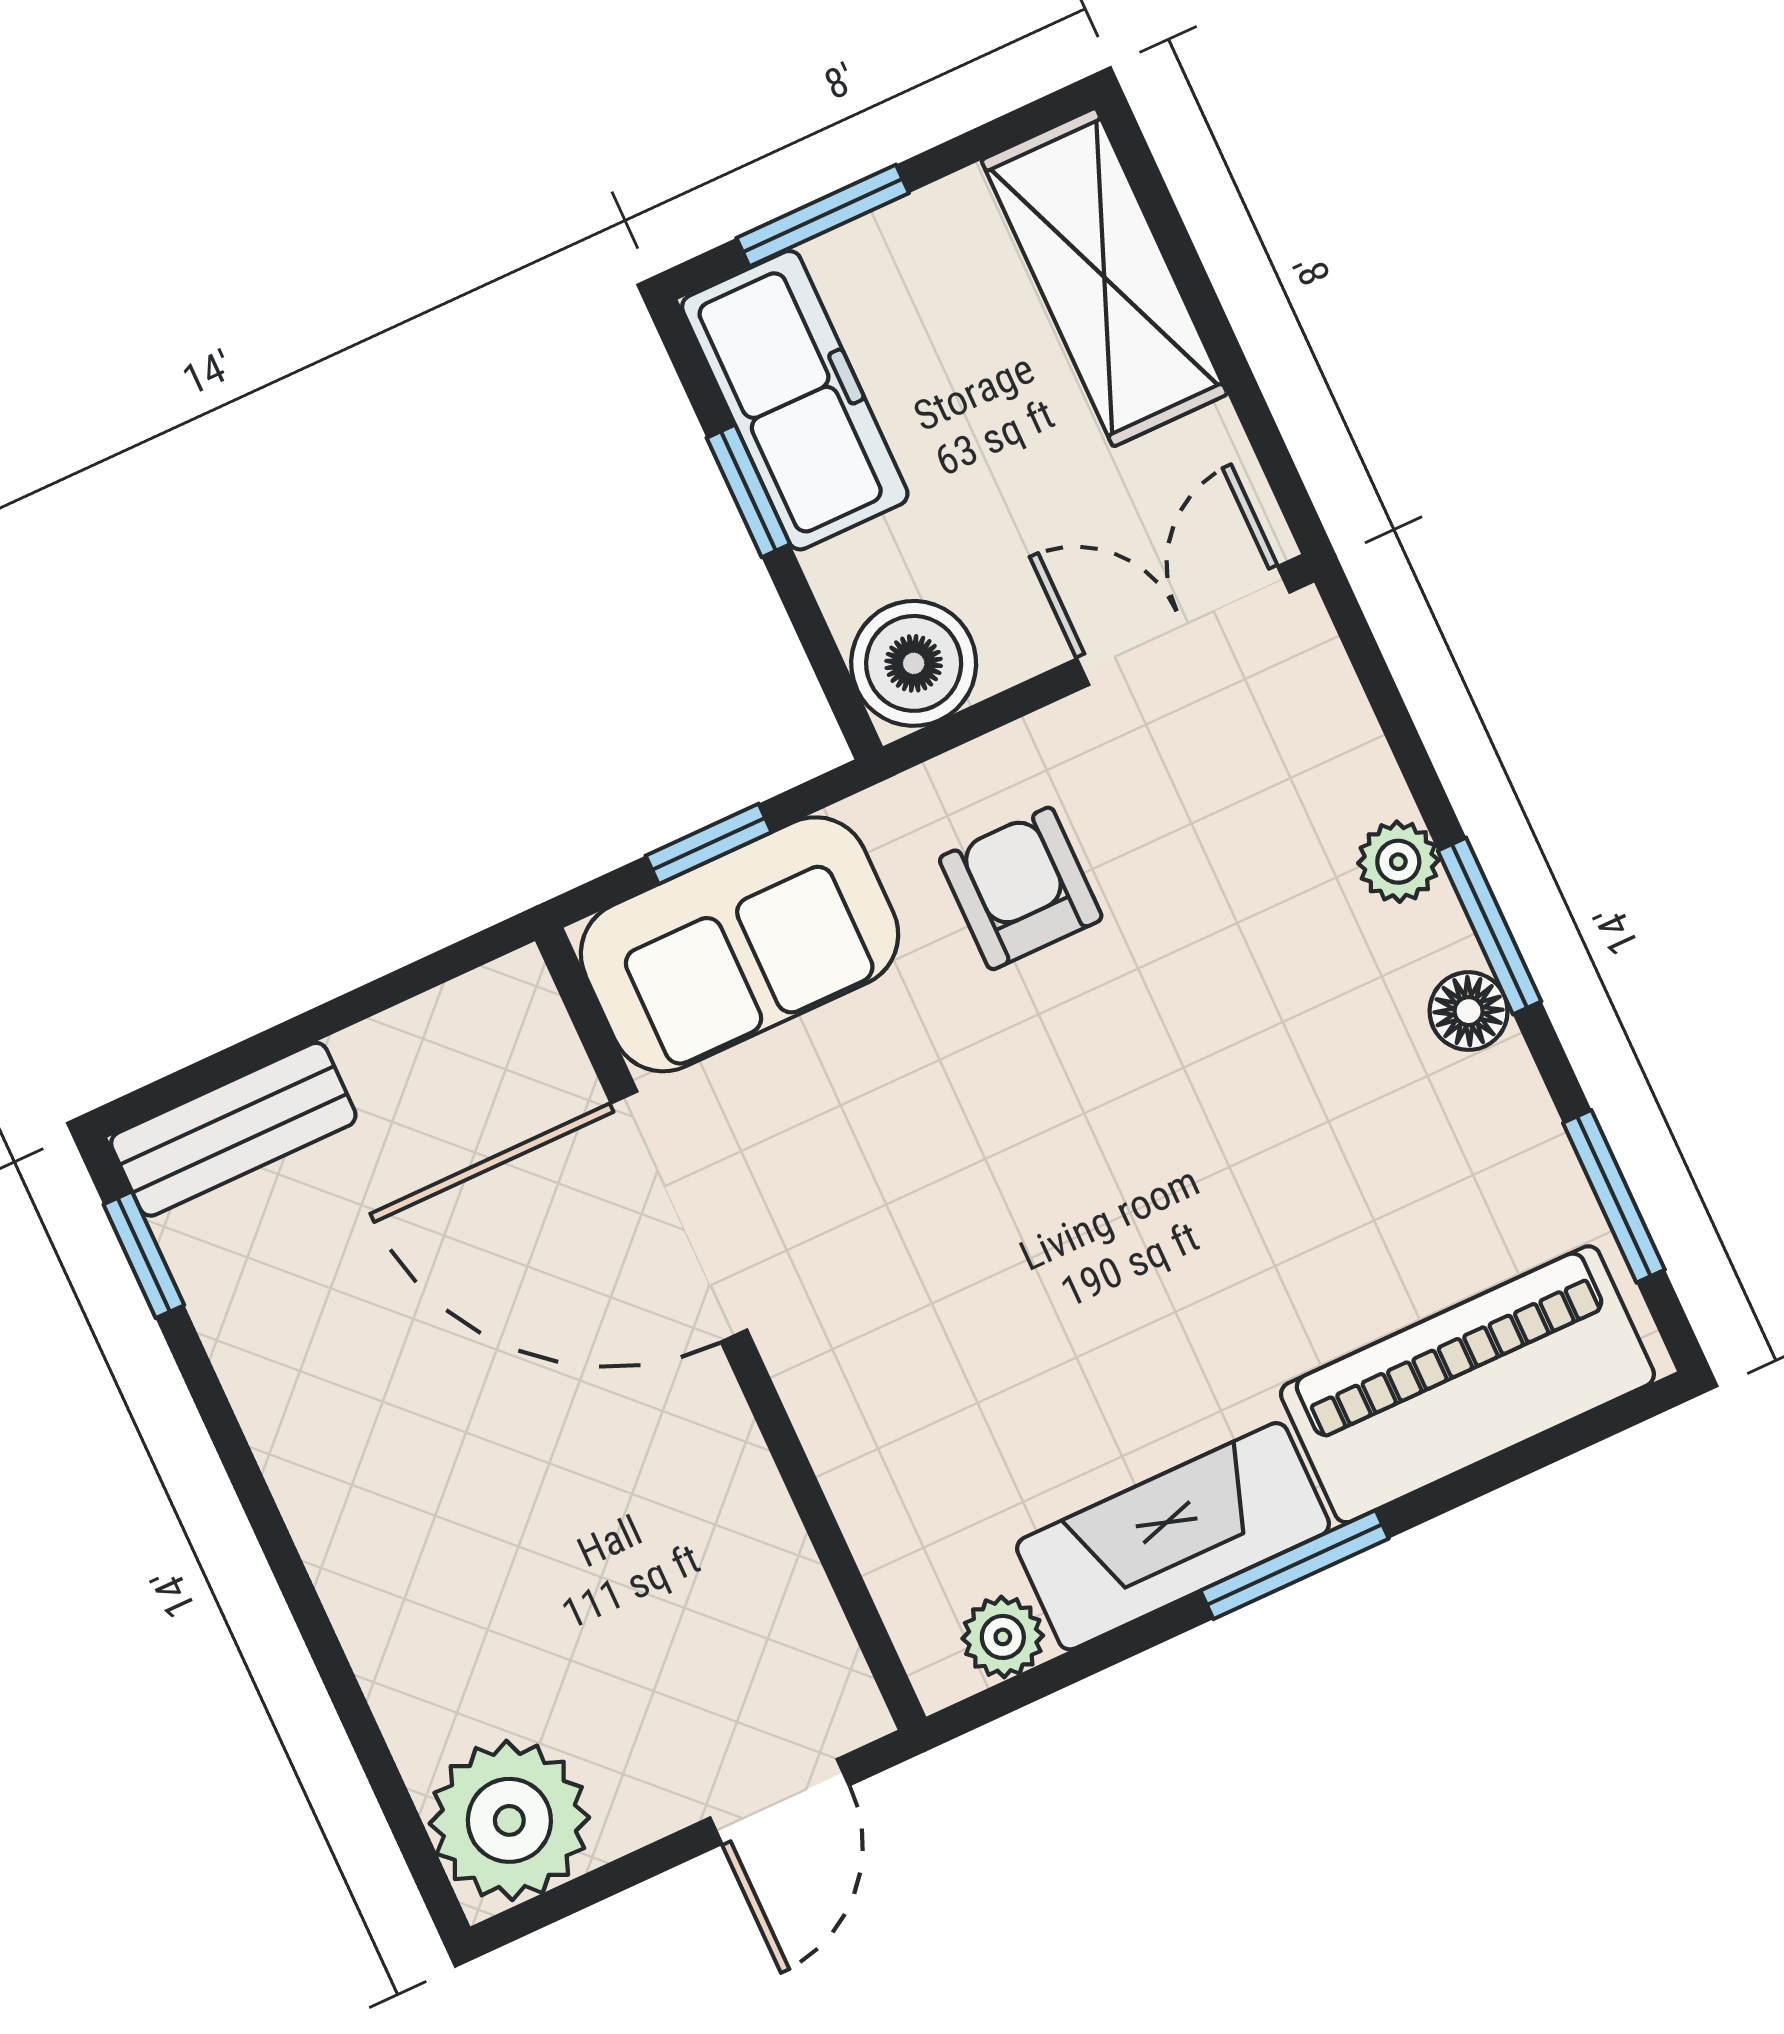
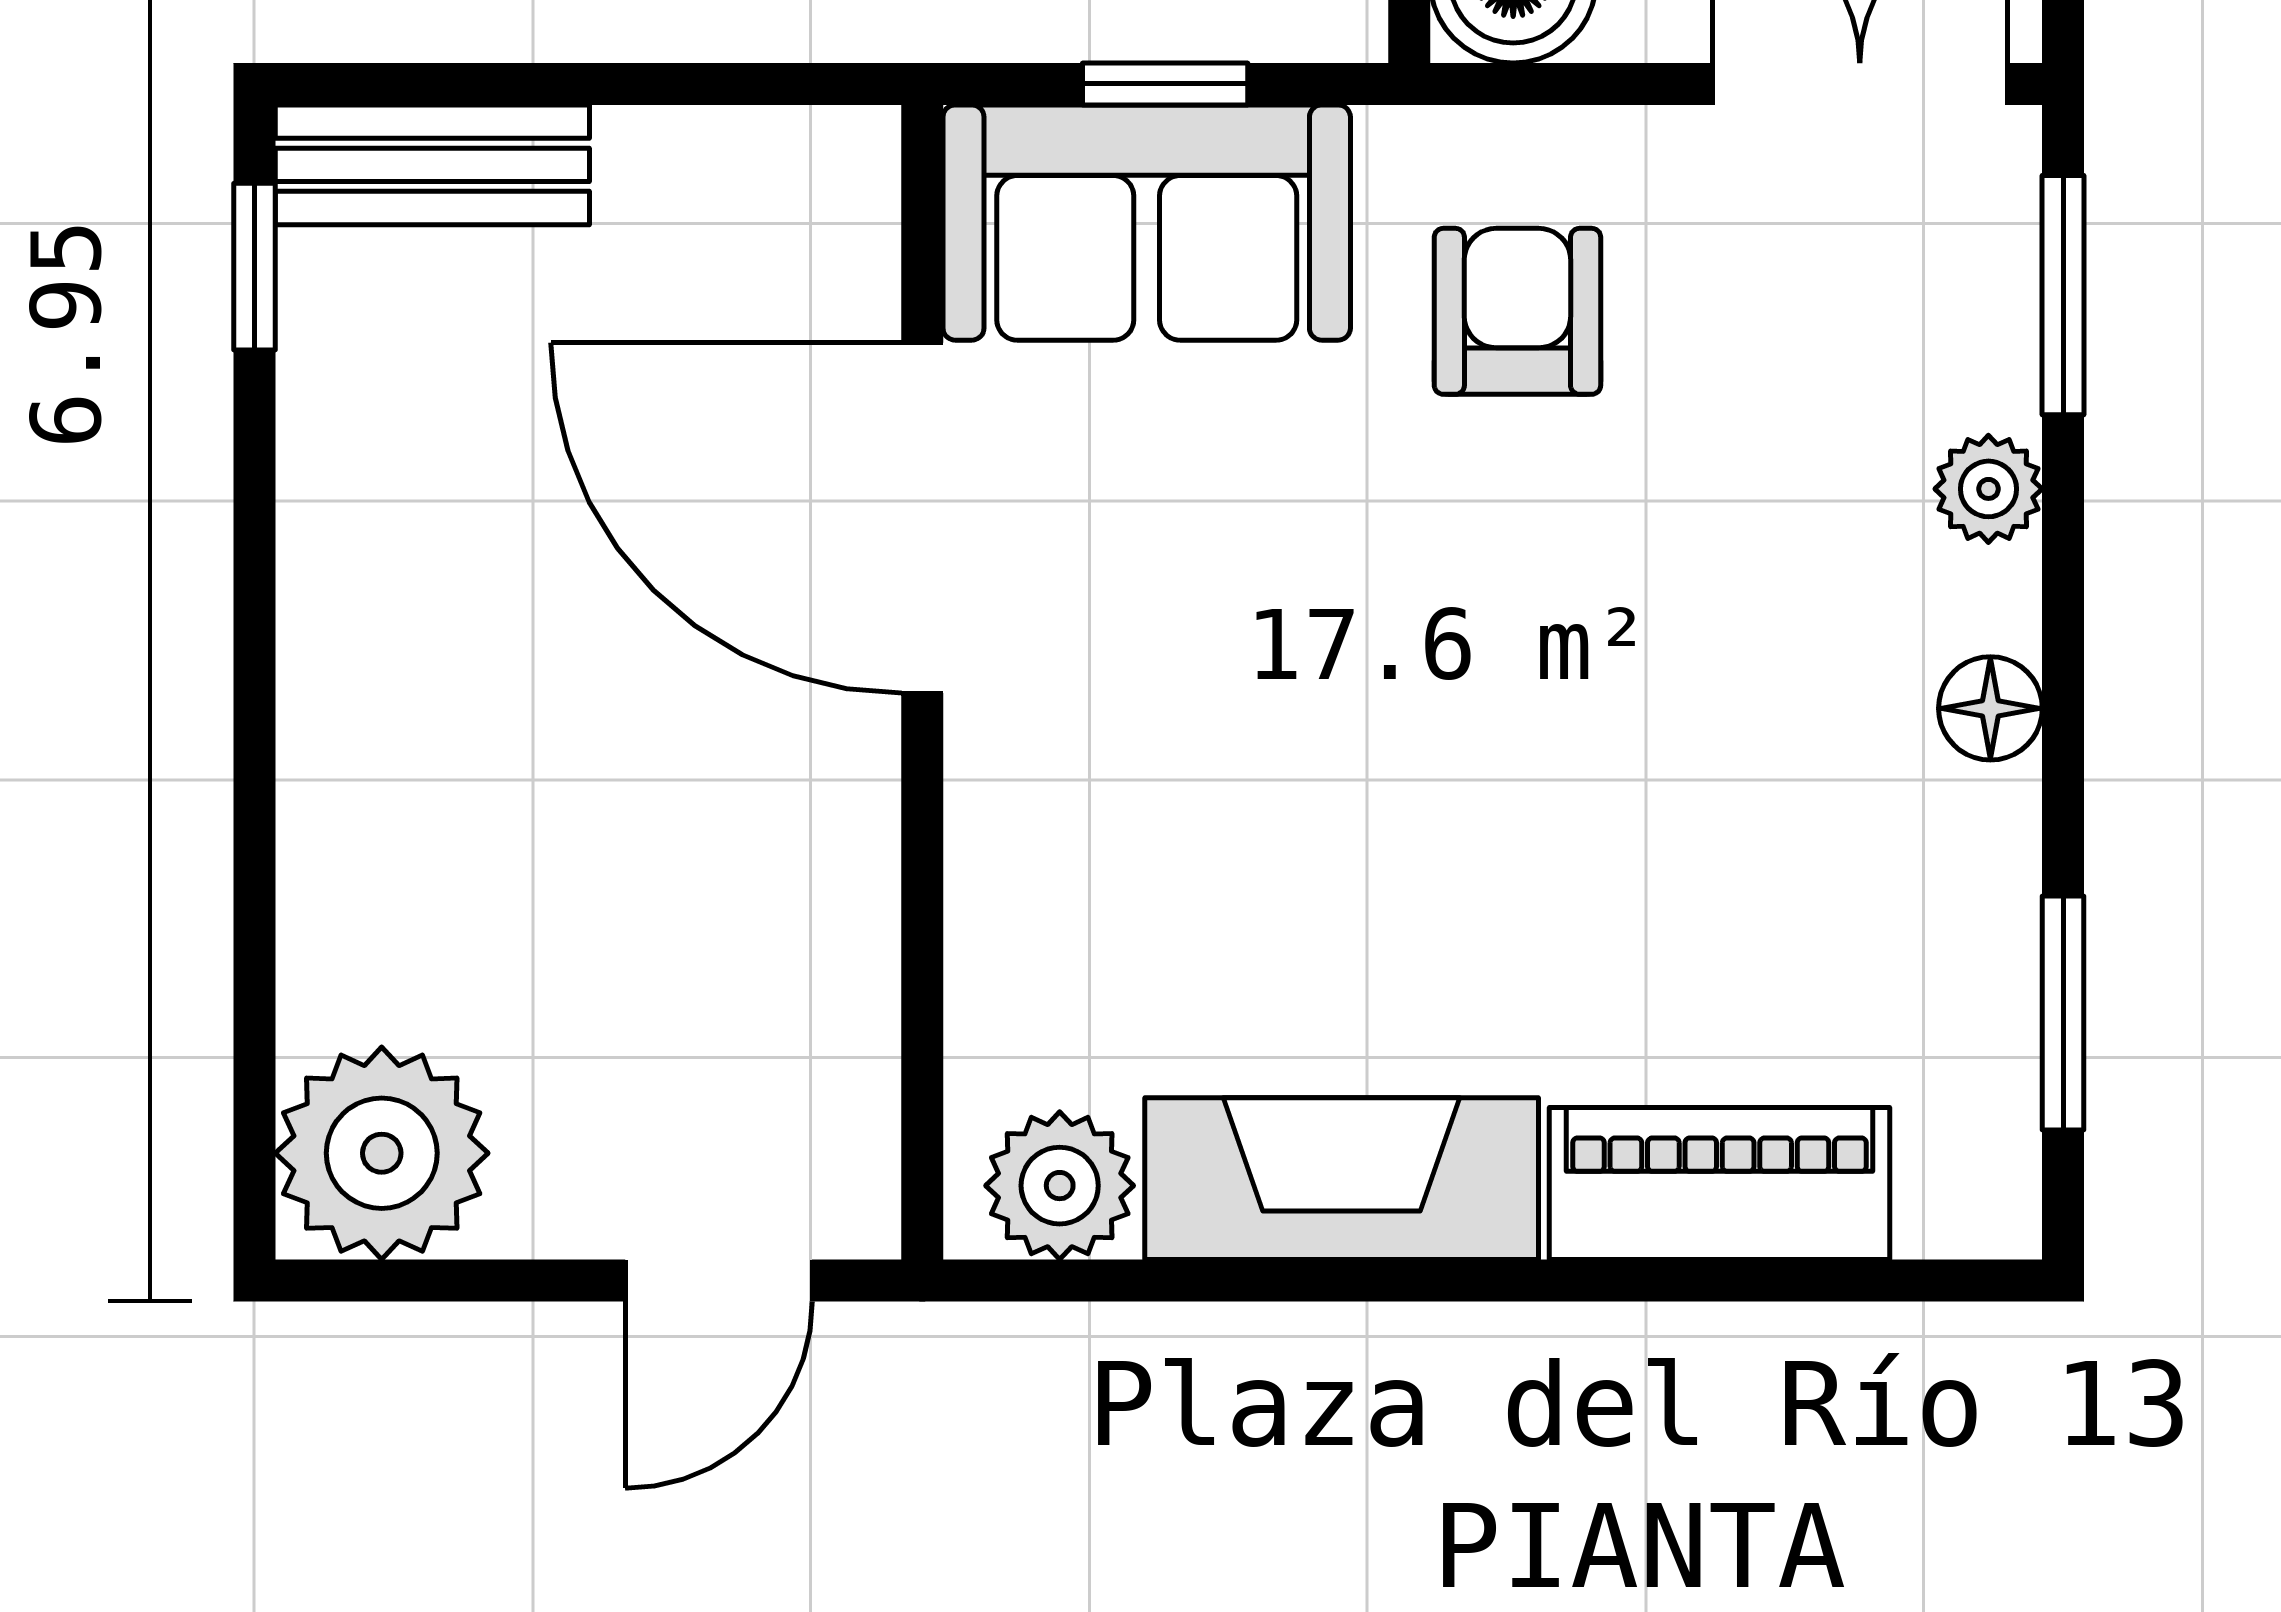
window: (1490, 926) -> (2063, 295), moved
piano: (1467, 1384) -> (1719, 1184), width x0.73, depth x0.75
window: (1295, 1565) -> (1473, 1280), removed
plant: (1003, 1637) -> (1060, 1186), width x1.38, depth x1.38

